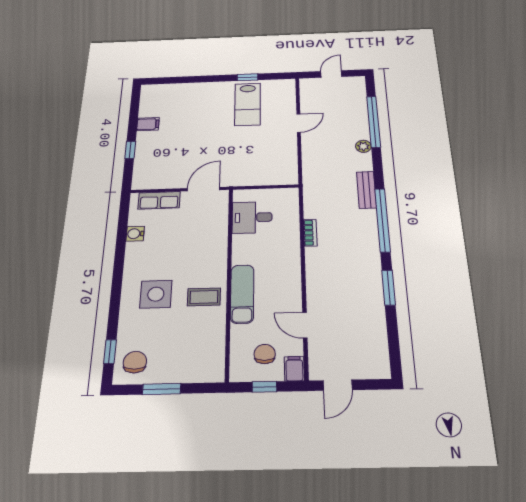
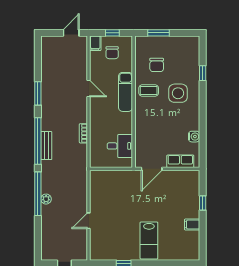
lab bench: (248, 104) -> (149, 240), moved, turned 180
window: (374, 122) -> (38, 194), moved
bench: (366, 190) -> (46, 146), moved
door: (305, 325) -> (89, 89), moved
window: (110, 352) -> (203, 73), moved
chair: (135, 362) -> (157, 65), moved
window: (162, 389) -> (158, 33), moved

